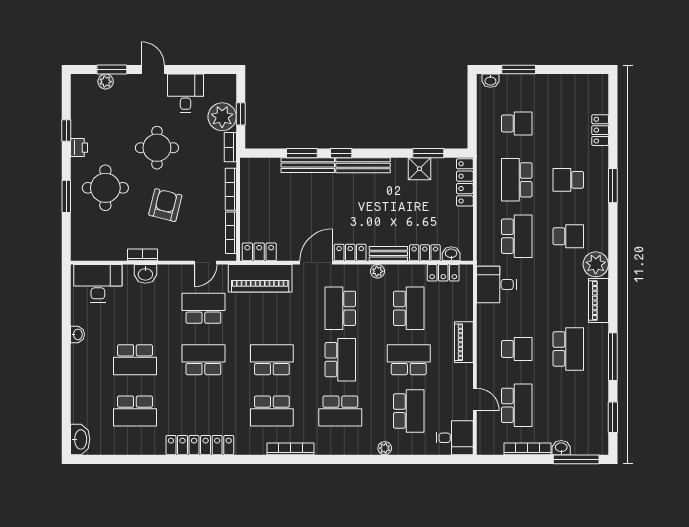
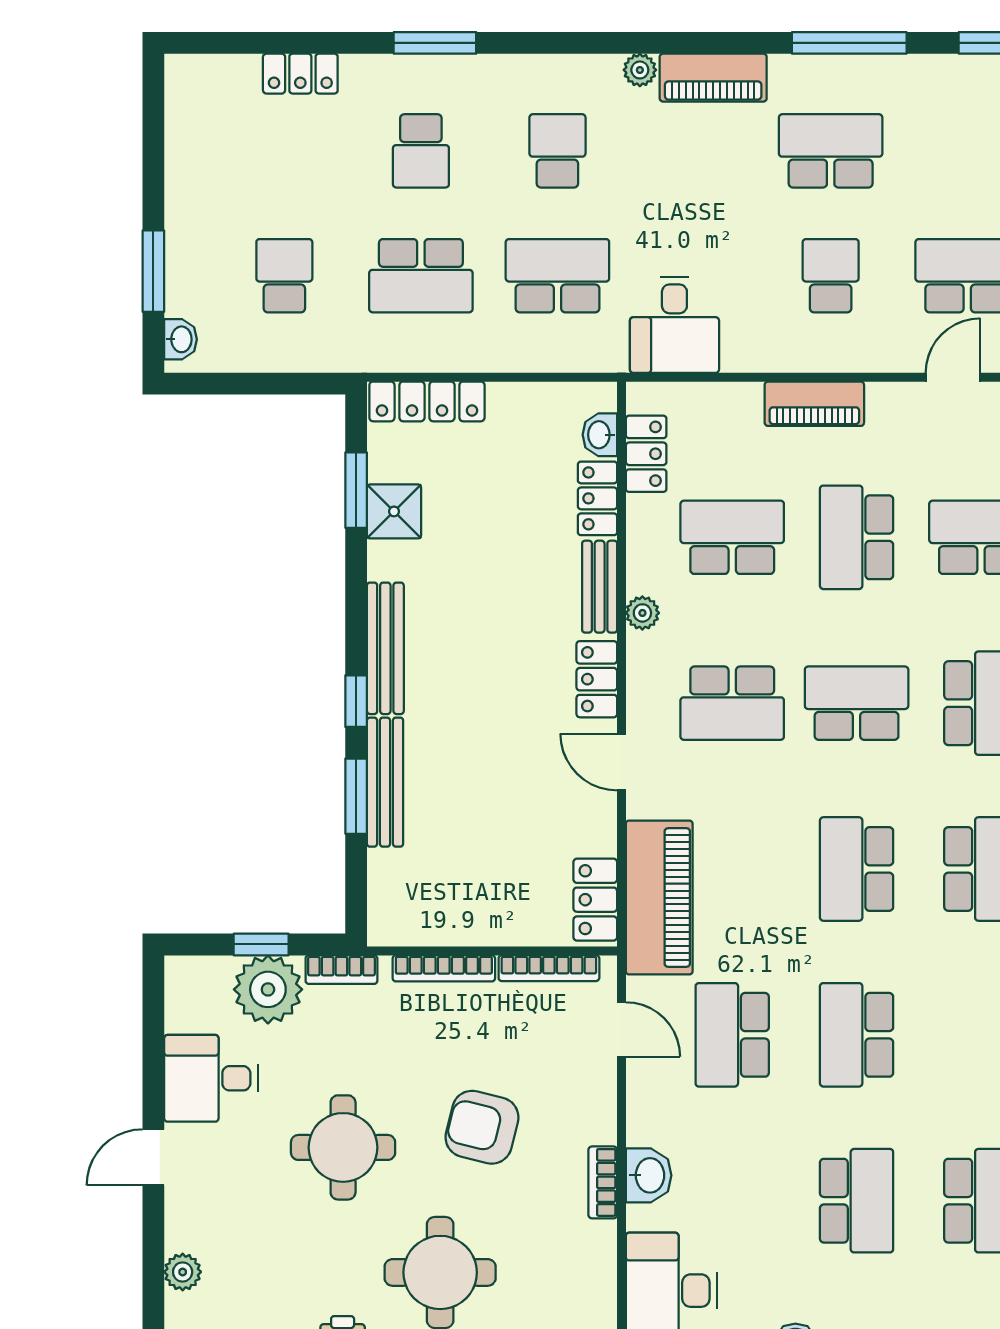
window: (112, 69) -> (153, 1257), removed
door: (316, 263) -> (621, 762), width x0.73
plant: (596, 264) -> (640, 70), width x0.53, depth x0.53

